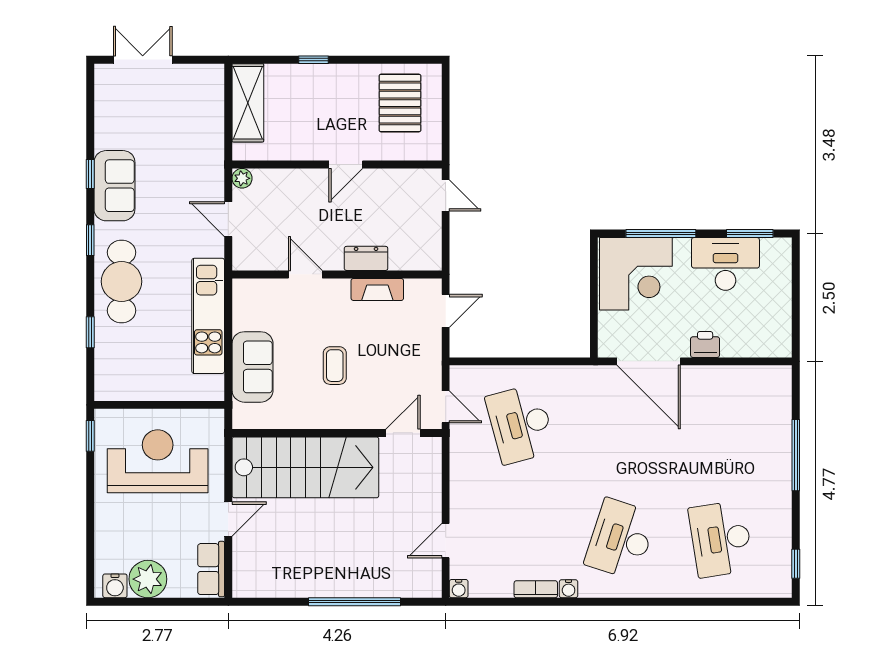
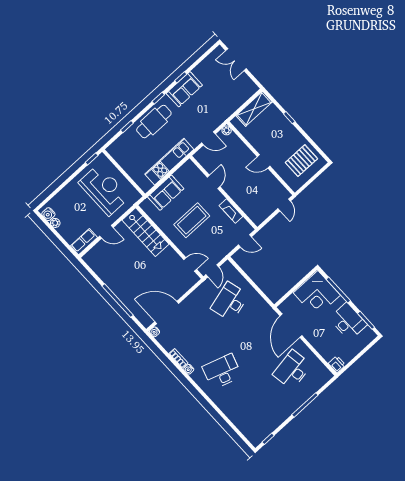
double door: (143, 60) -> (236, 60), swing flipped
door: (228, 219) -> (208, 138), swing flipped
dresser: (366, 258) -> (238, 197), removed
printer: (705, 344) -> (337, 364), moved
coffee table: (335, 366) -> (192, 220), width x1.86, depth x1.72
stairs: (305, 467) -> (145, 232), width x0.73, depth x0.66
desk: (721, 539) -> (292, 370), moved
door: (446, 541) -> (167, 312), width x1.88
plant: (148, 579) -> (55, 223), width x0.53, depth x0.53

